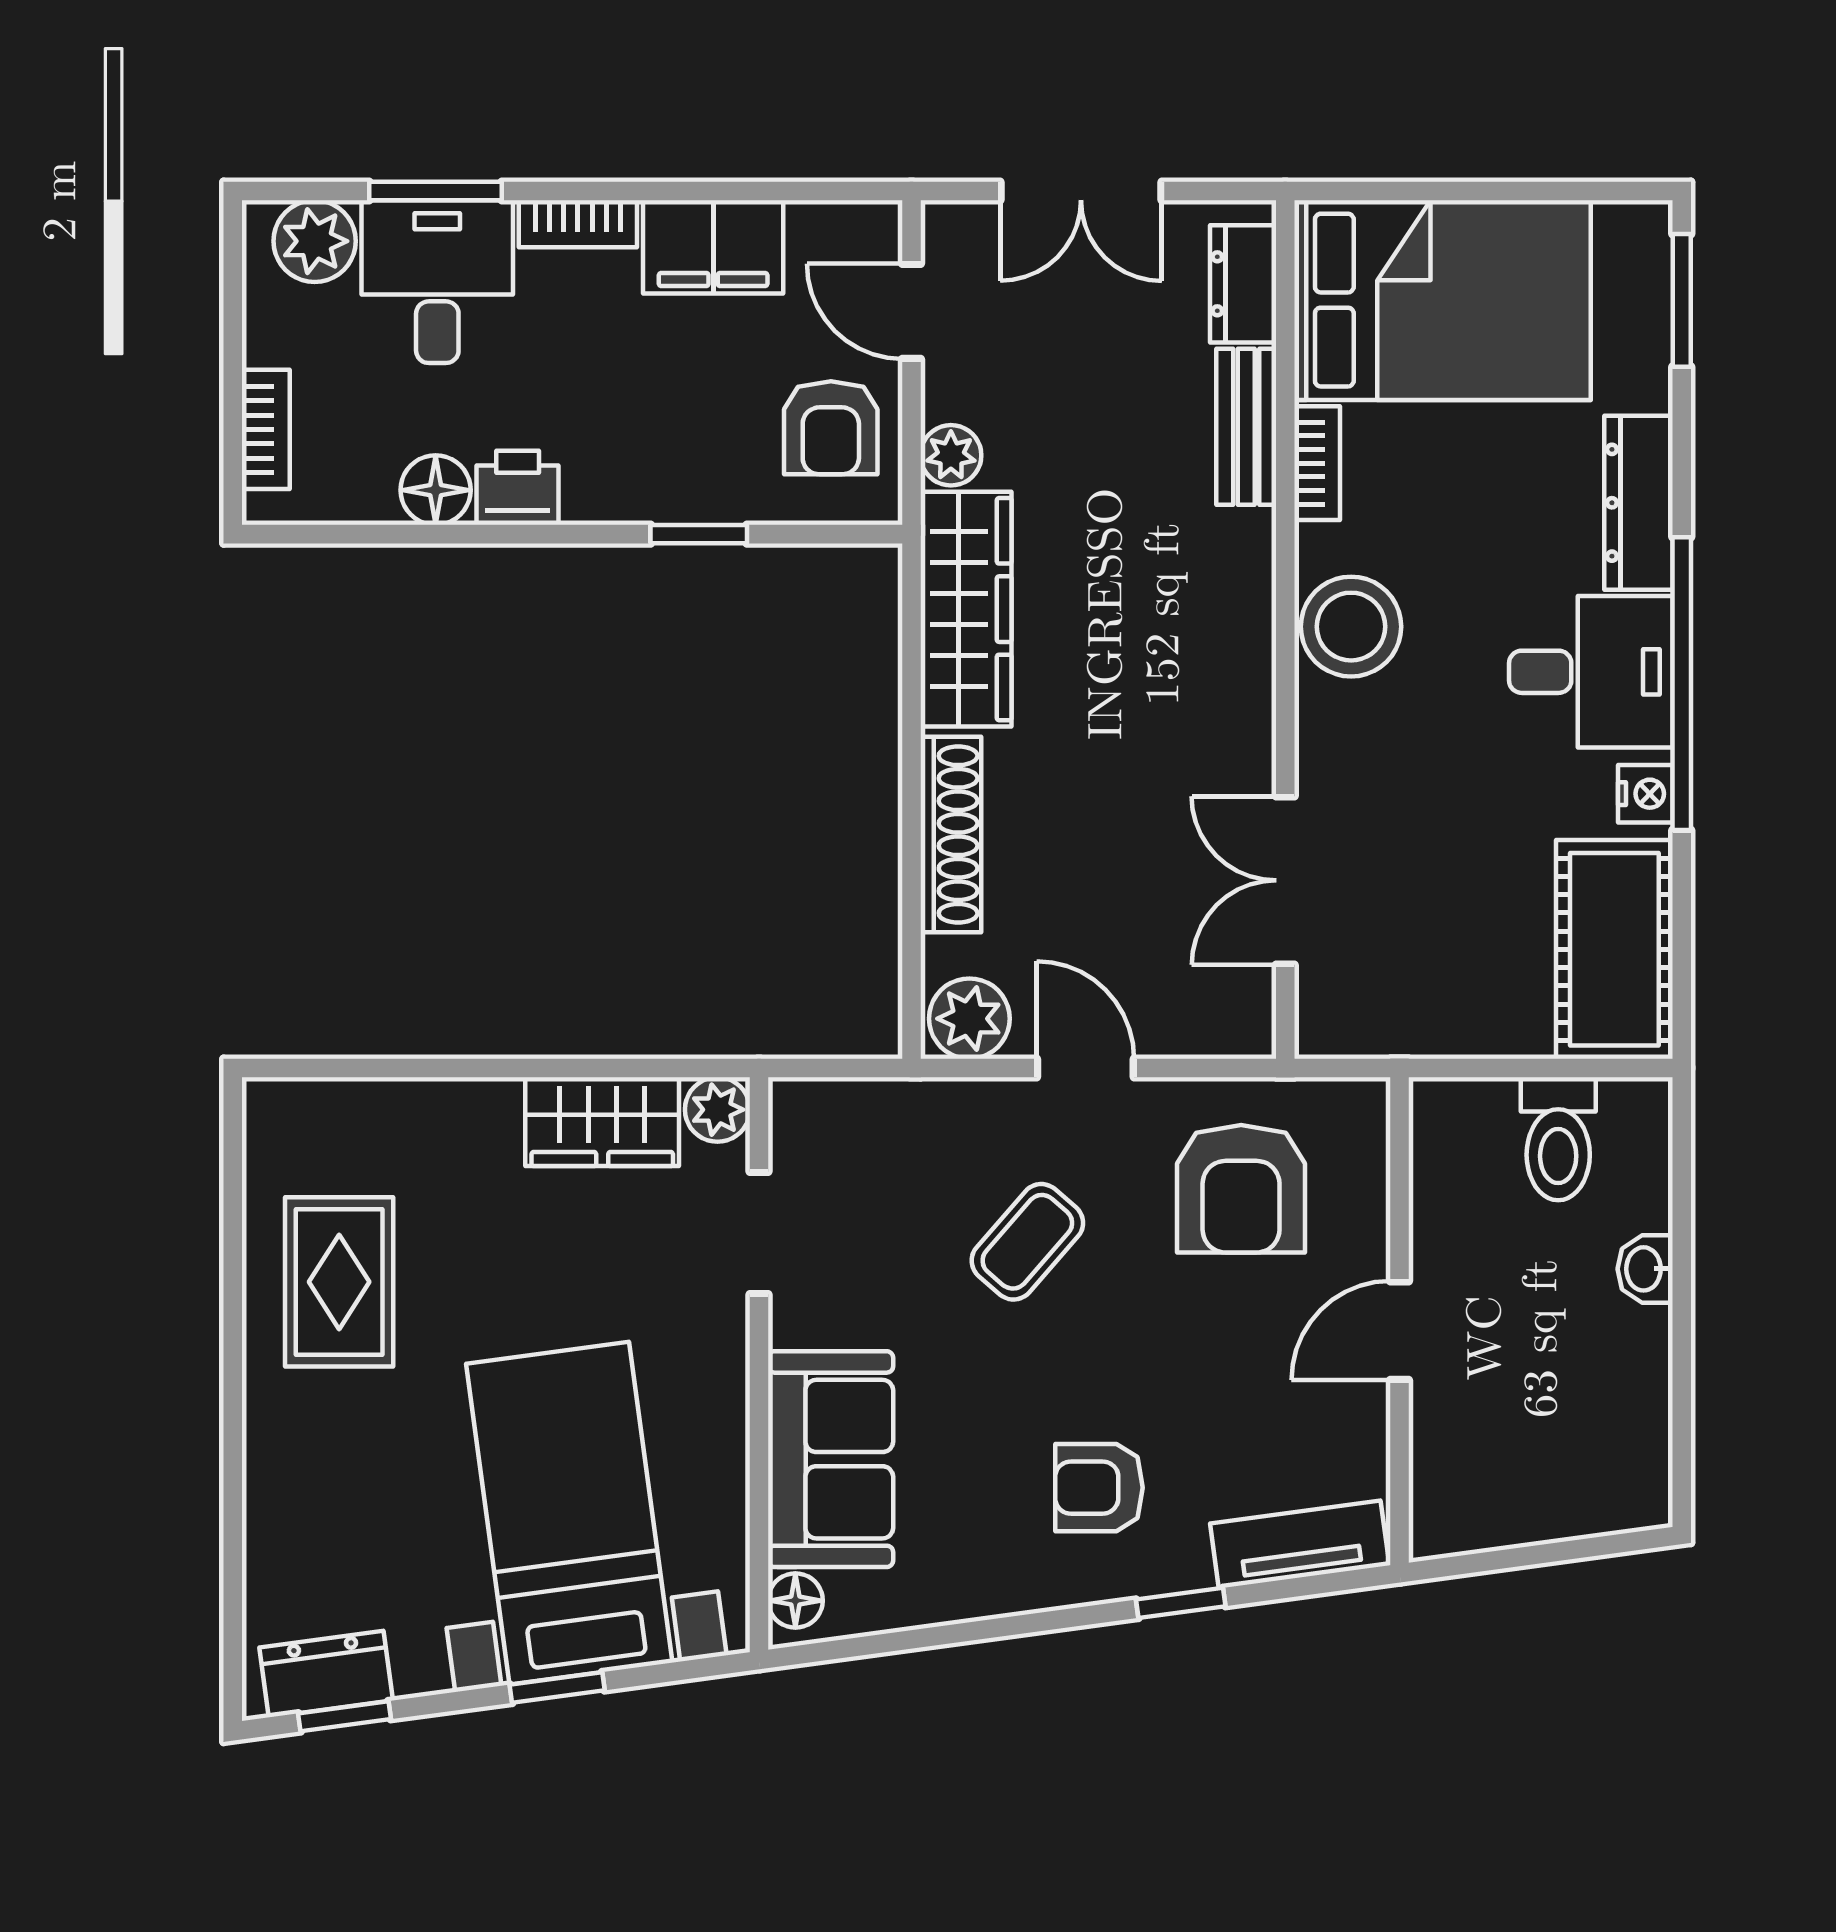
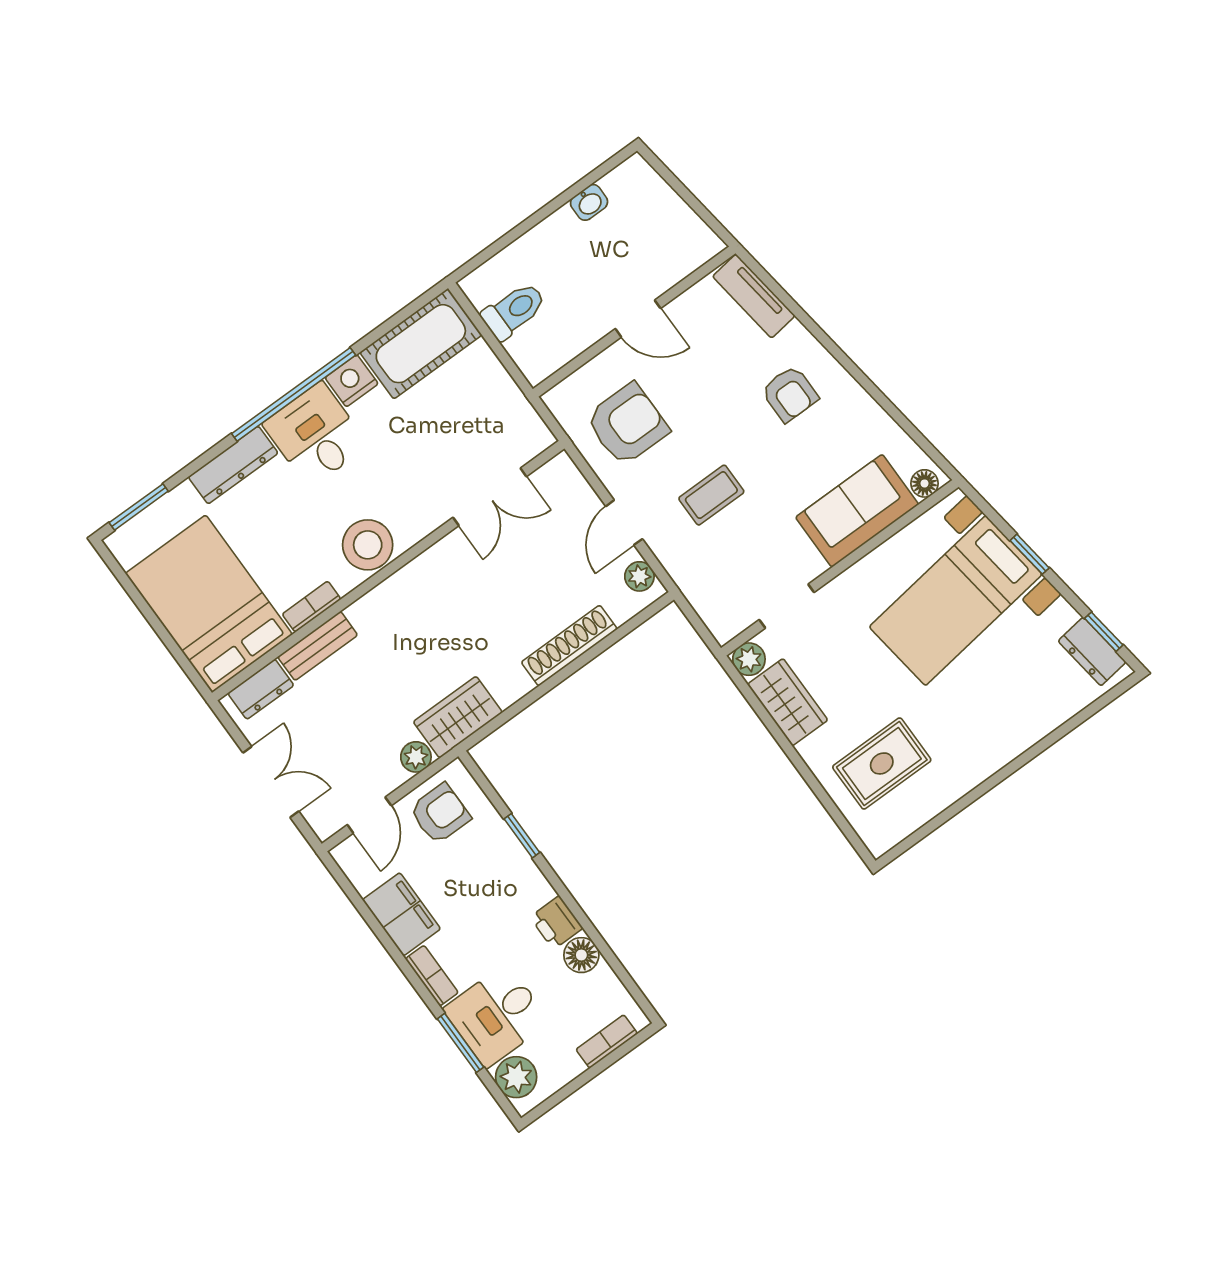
wardrobe: (966, 609) -> (458, 717), width x0.67
nightstand: (1645, 794) -> (352, 381), width x1.39, depth x1.35
plant: (969, 1019) -> (639, 576), width x0.73, depth x0.73
coffee table: (1027, 1242) -> (711, 495), turned -41
washbasin: (1645, 1269) -> (589, 202), moved
rug: (339, 1282) -> (882, 763), moved
window: (1181, 1603) -> (812, 327), removed

